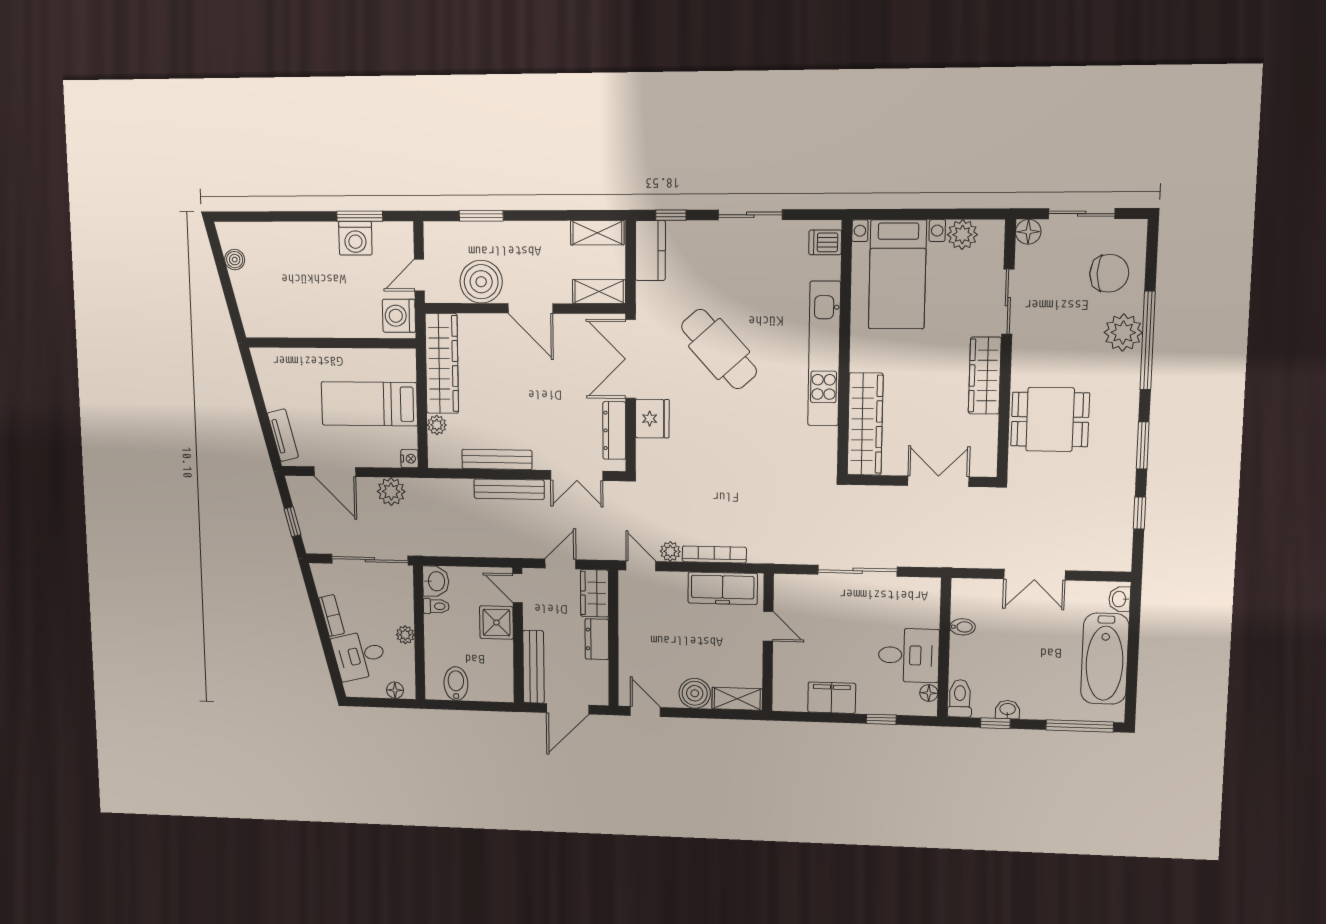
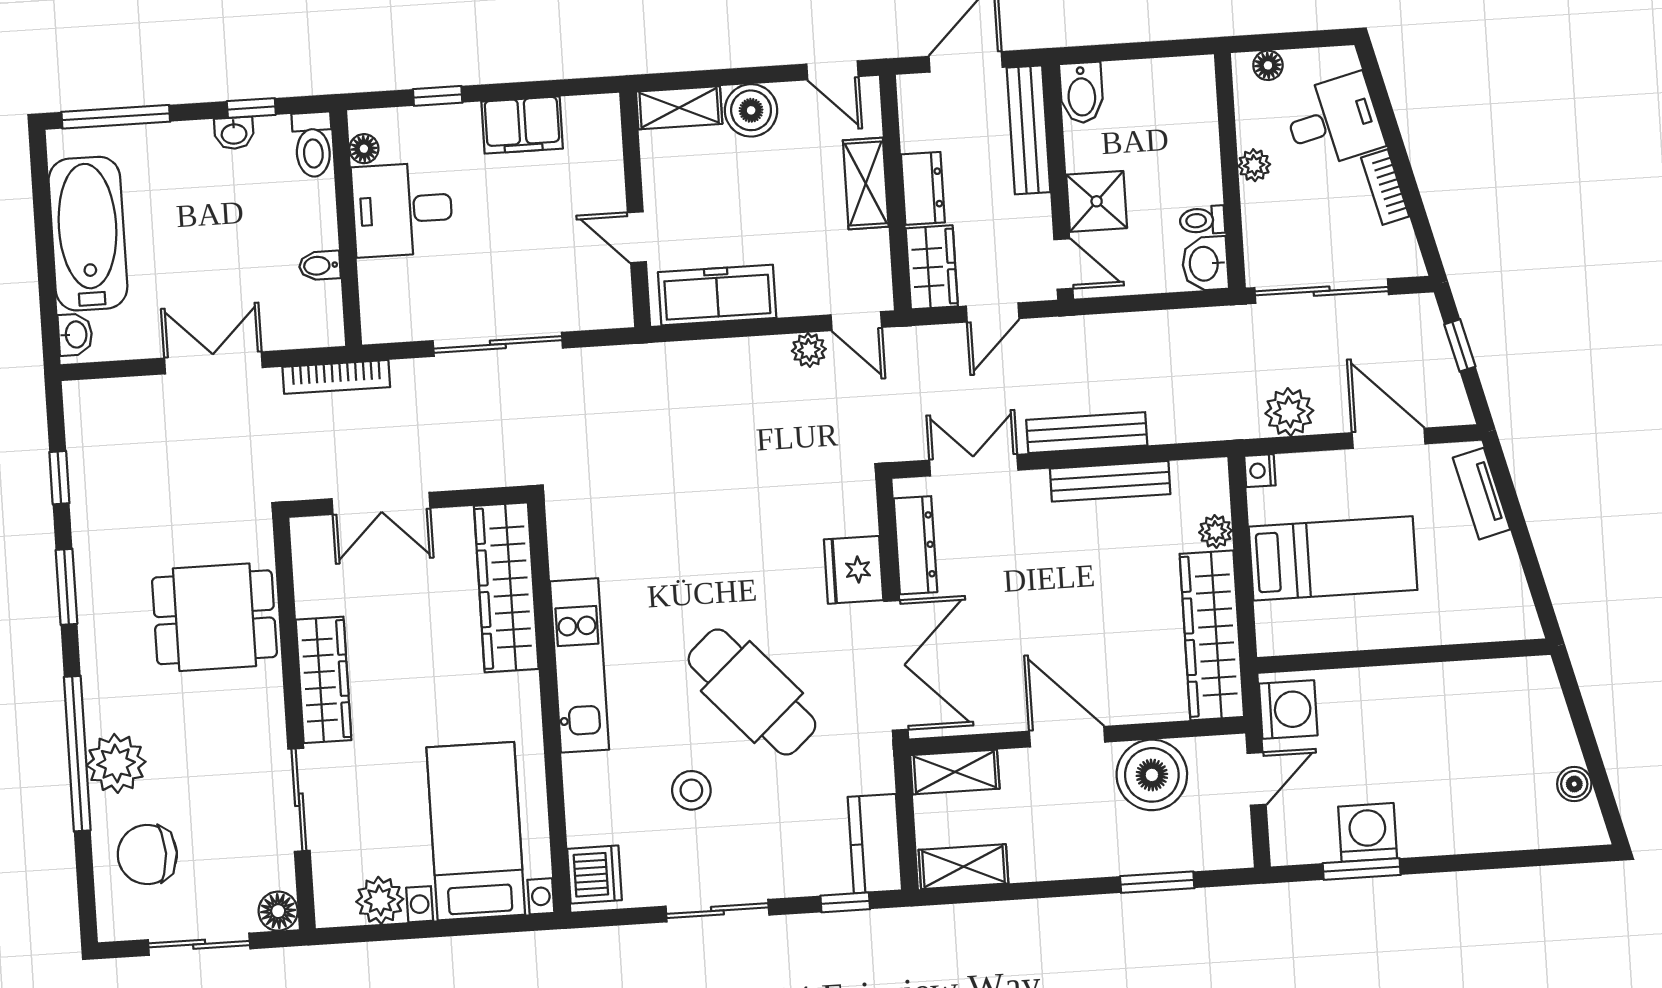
dishwasher: (825, 242) -> (594, 874), width x1.38
stool: (761, 291) -> (691, 790), added
kitchen unit: (824, 354) -> (580, 665), width x0.73
bookcase: (714, 554) -> (336, 377), moved
shelving: (630, 645) -> (866, 184), added
bidet: (456, 684) -> (1082, 93), moved

